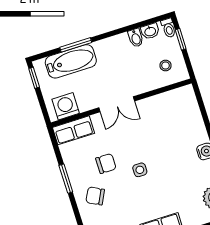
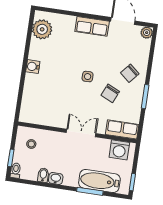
washbasin: (150, 31) -> (56, 178), moved
chair: (106, 163) -> (110, 93), turned -66
chair: (95, 196) -> (130, 73), turned 103

